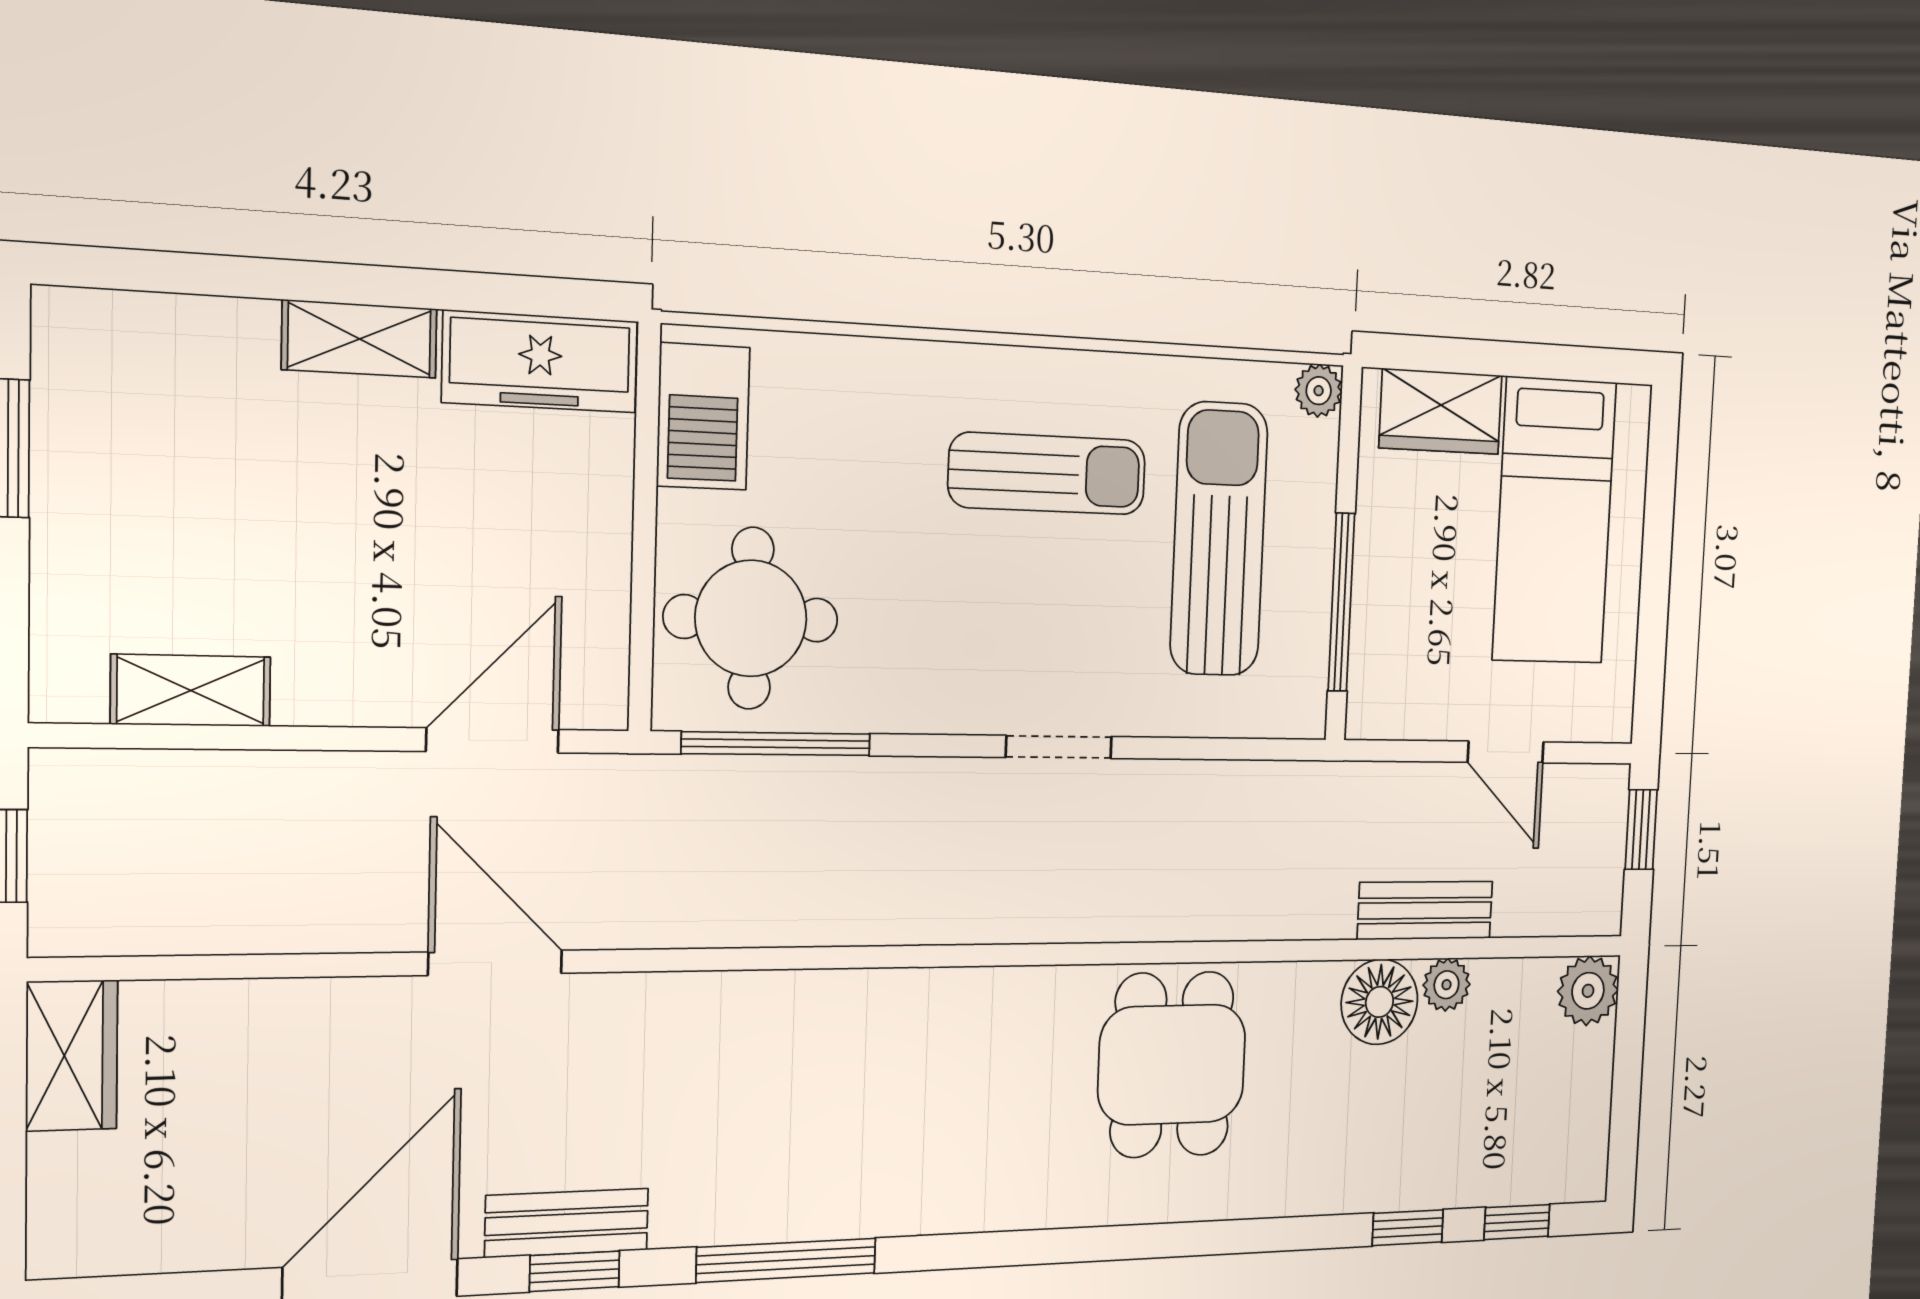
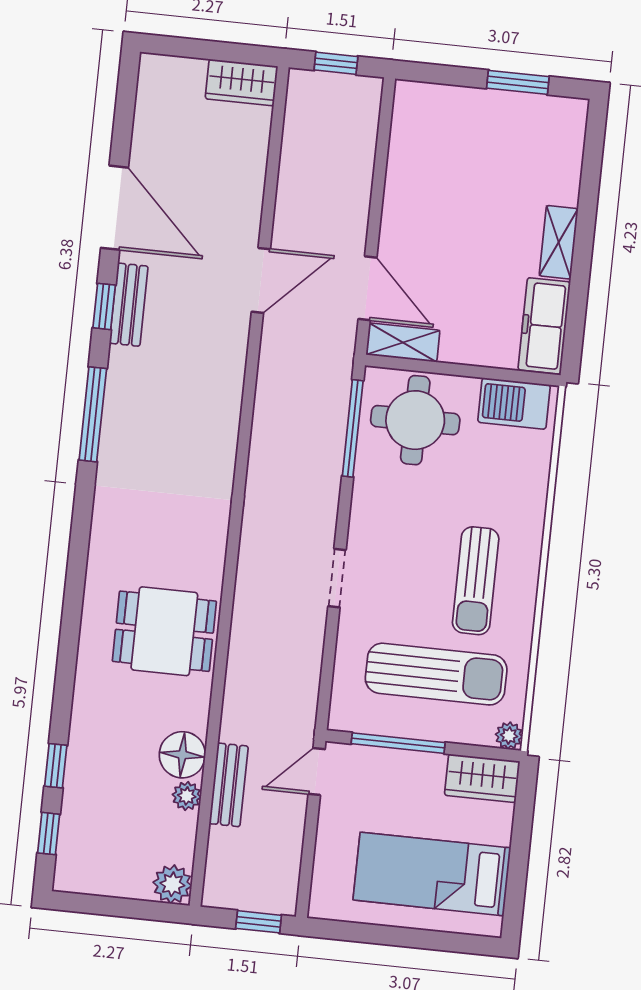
wardrobe: (1441, 411) -> (482, 778), moved, turned -90
shelving: (191, 690) -> (403, 342), moved, turned 90
door: (1506, 752) -> (317, 771), moved

